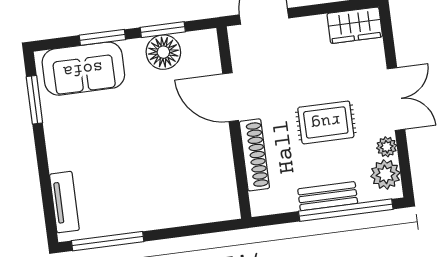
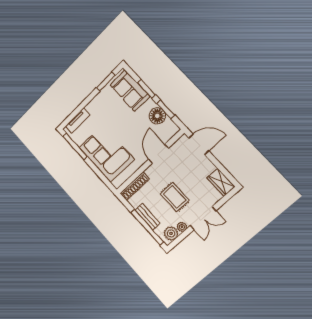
shoe rack: (254, 155) -> (135, 186), moved
corner sofa: (163, 191) -> (107, 153), added

